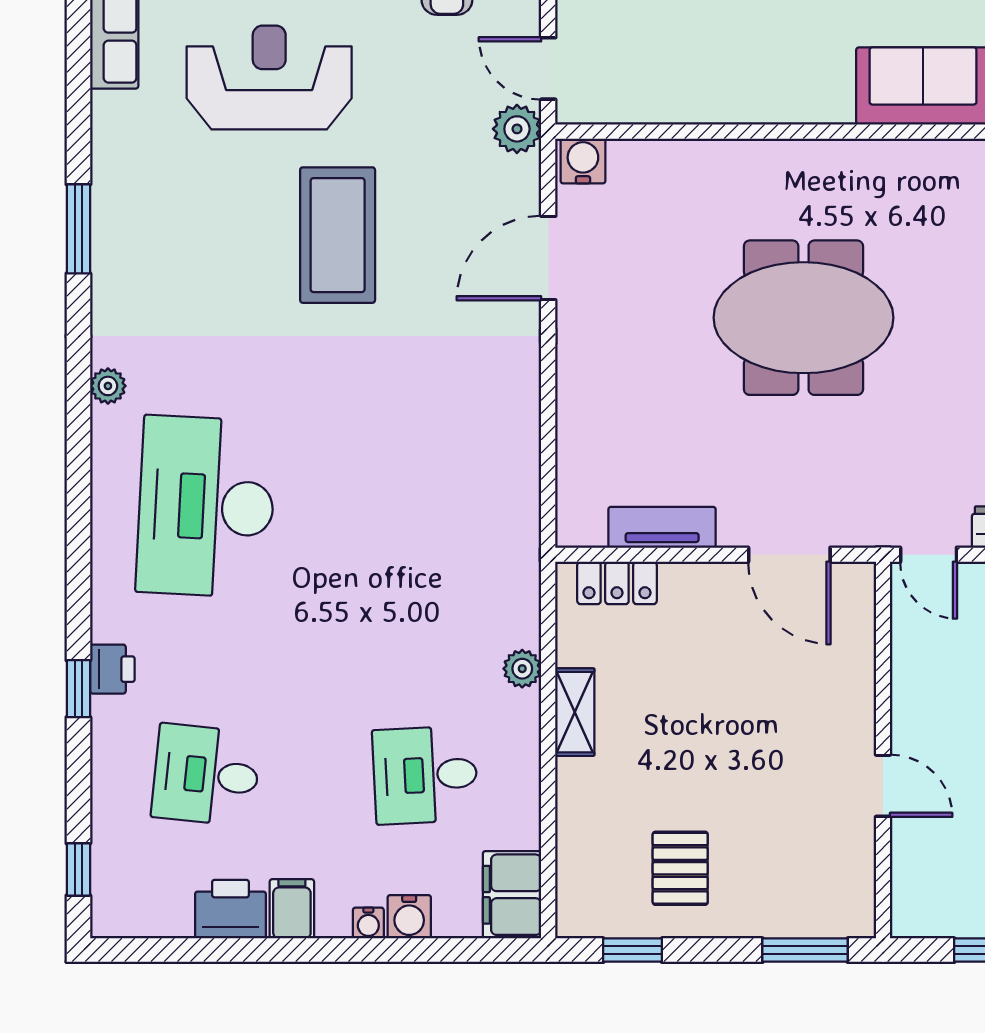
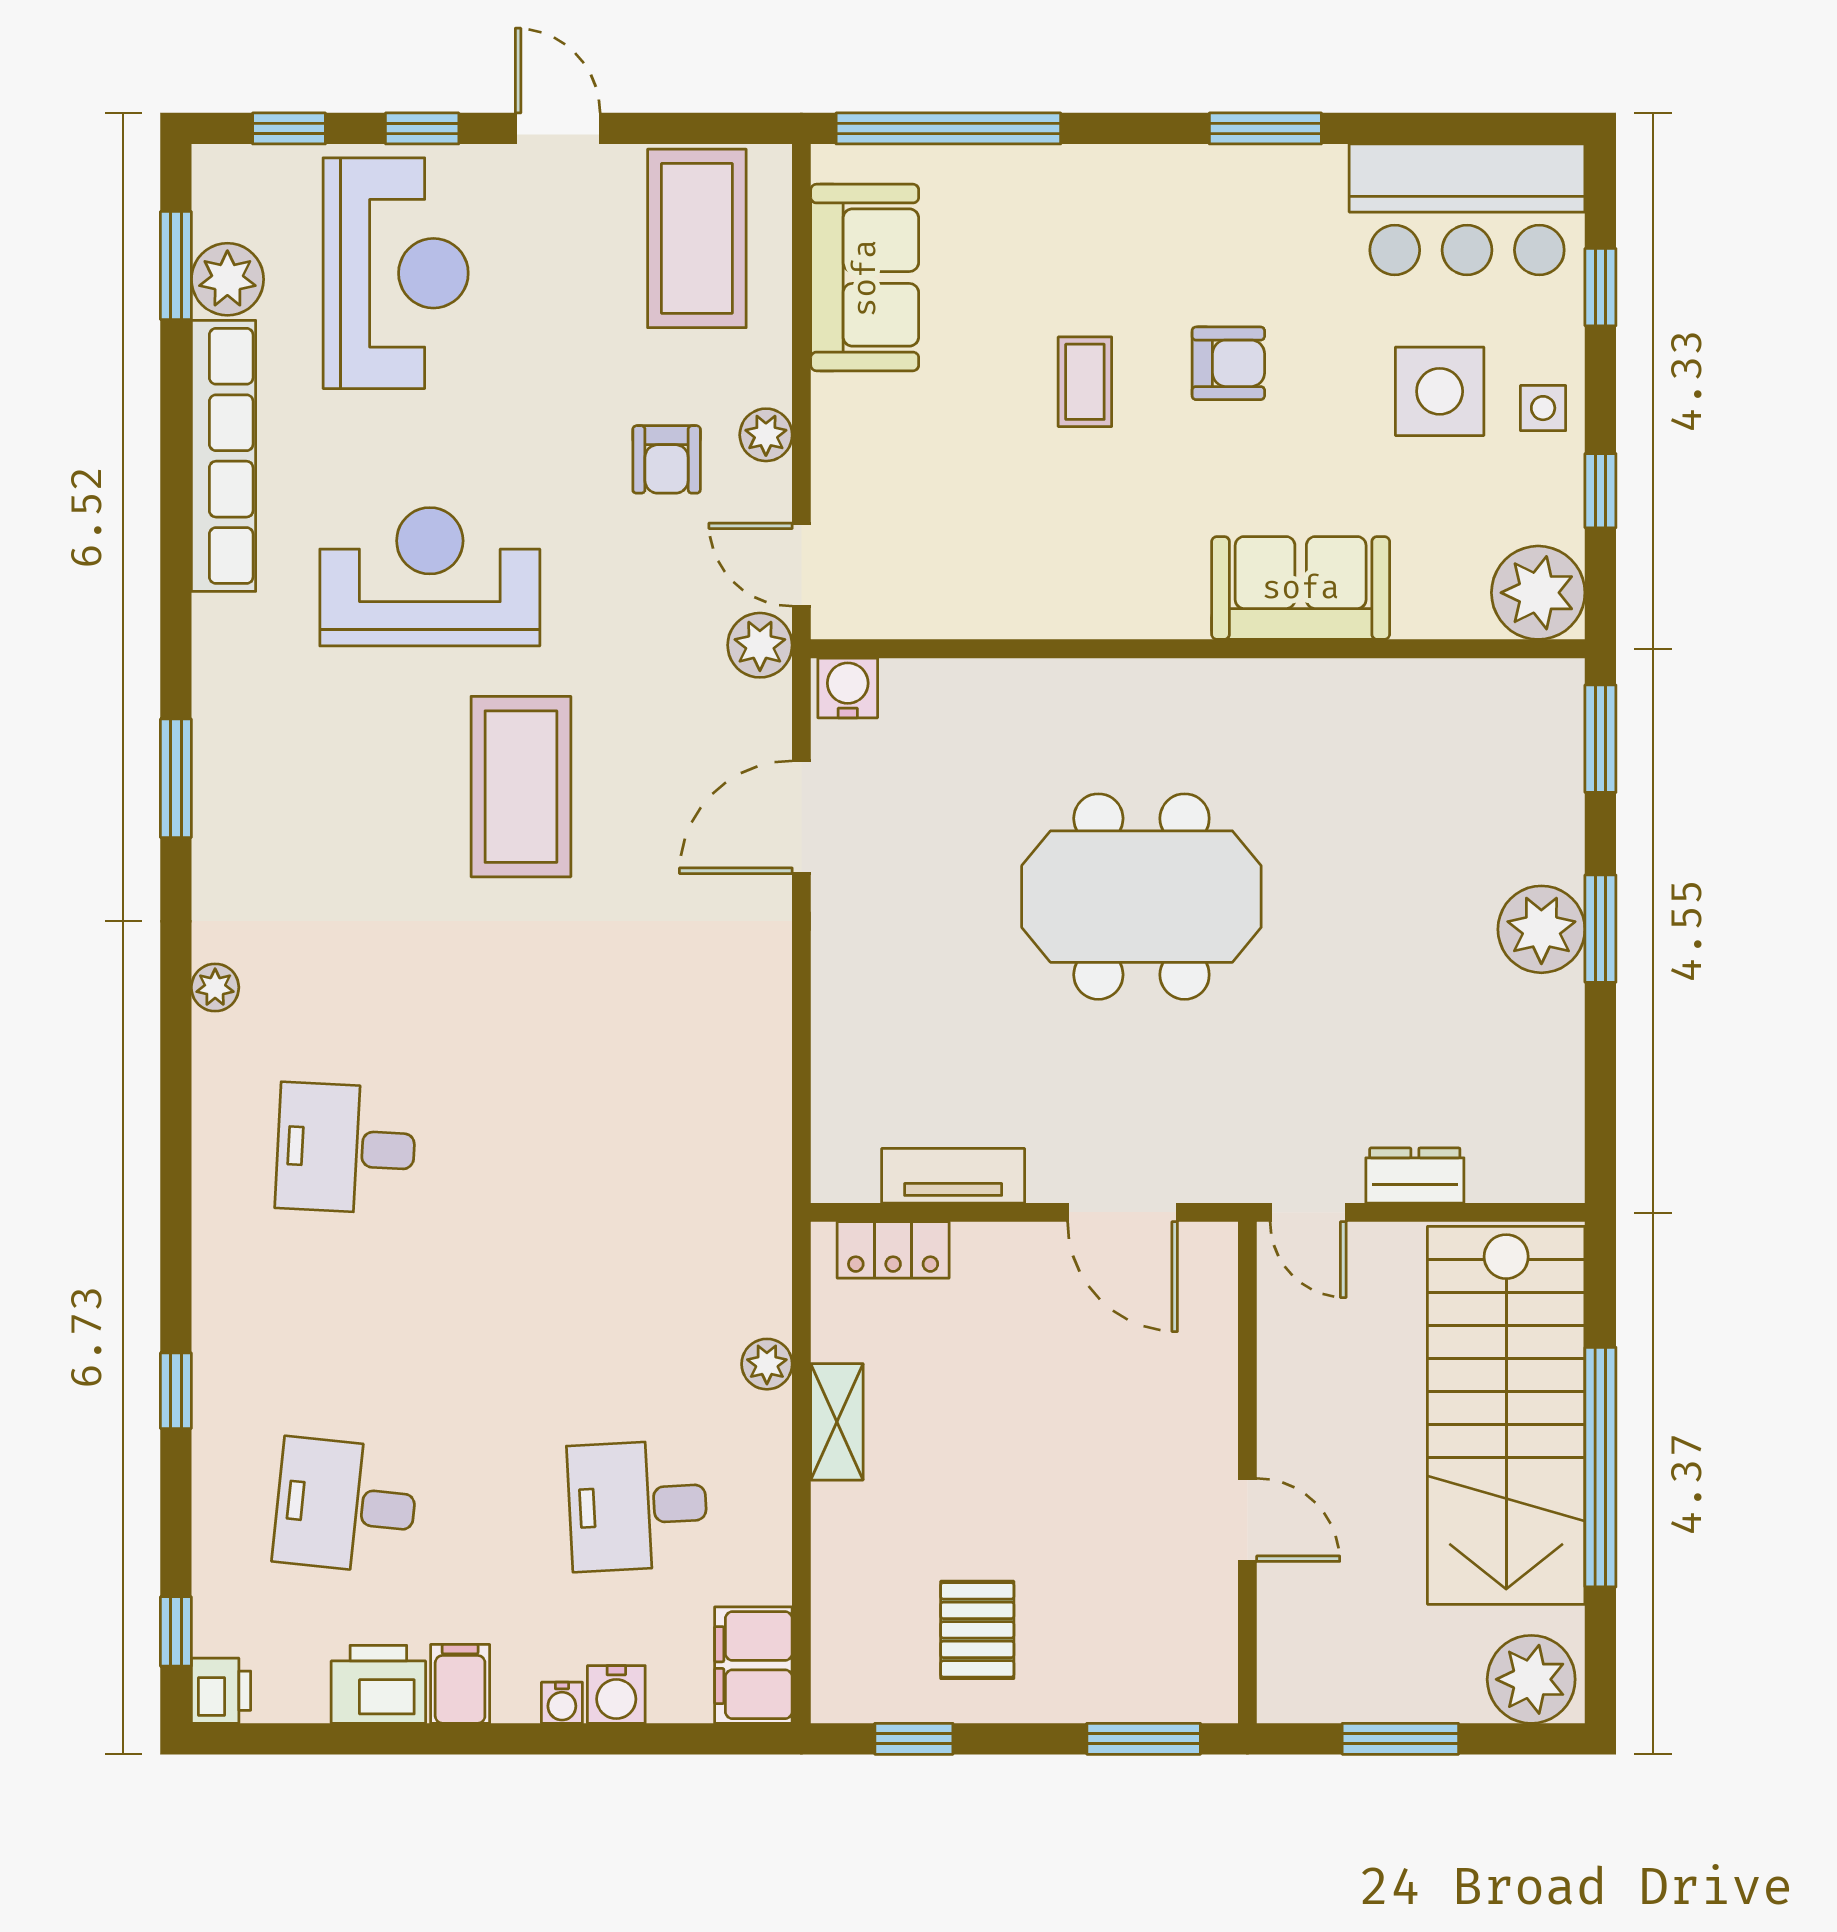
desk: (206, 507) -> (346, 1148), width x0.53, depth x0.77
printer: (112, 669) -> (221, 1691), moved

